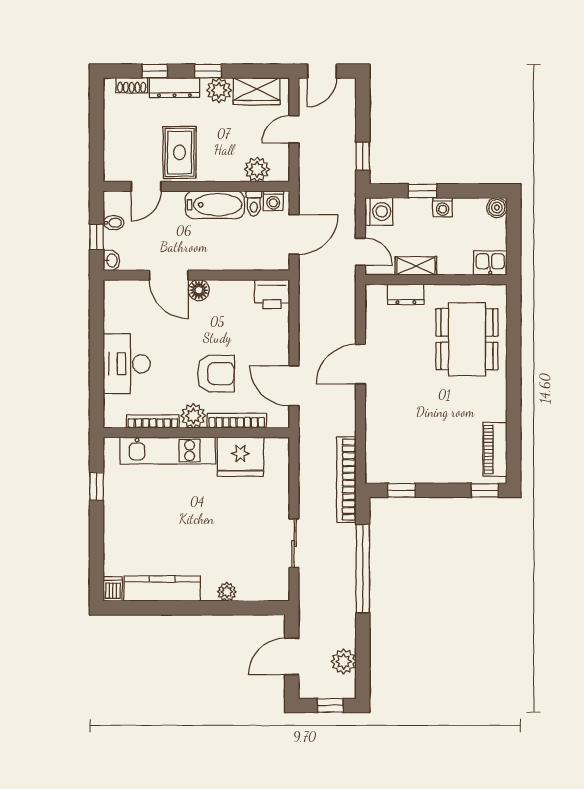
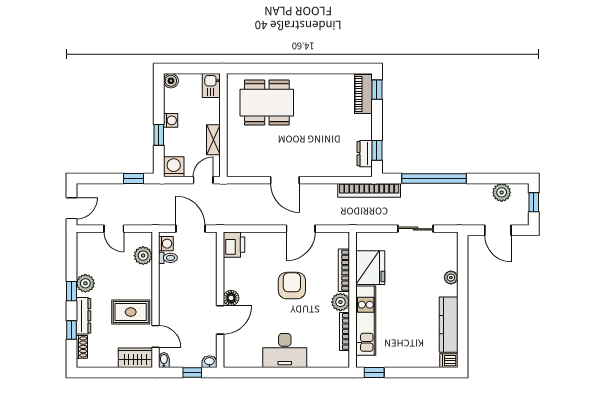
door: (322, 71) -> (71, 208), hinge flipped
wardrobe: (257, 91) -> (135, 358), moved, turned -90
bathtub: (215, 205) -> (169, 286), removed
bidet: (114, 223) -> (164, 360), moved
dresser: (406, 294) -> (365, 154), moved, turned 180
plant: (193, 416) -> (340, 302), moved
bookcase: (153, 421) -> (345, 331), moved
bookcase: (237, 421) -> (344, 270), moved
wall: (196, 433) -> (353, 300), moved
piano: (495, 449) -> (363, 94), moved, turned 90
kitchen unit: (168, 451) -> (366, 321), moved
fridge: (240, 457) -> (370, 268), moved

